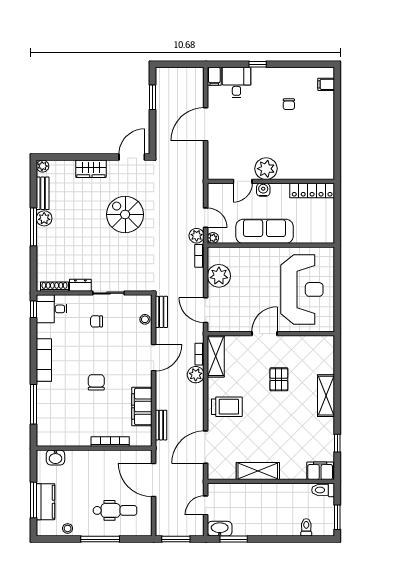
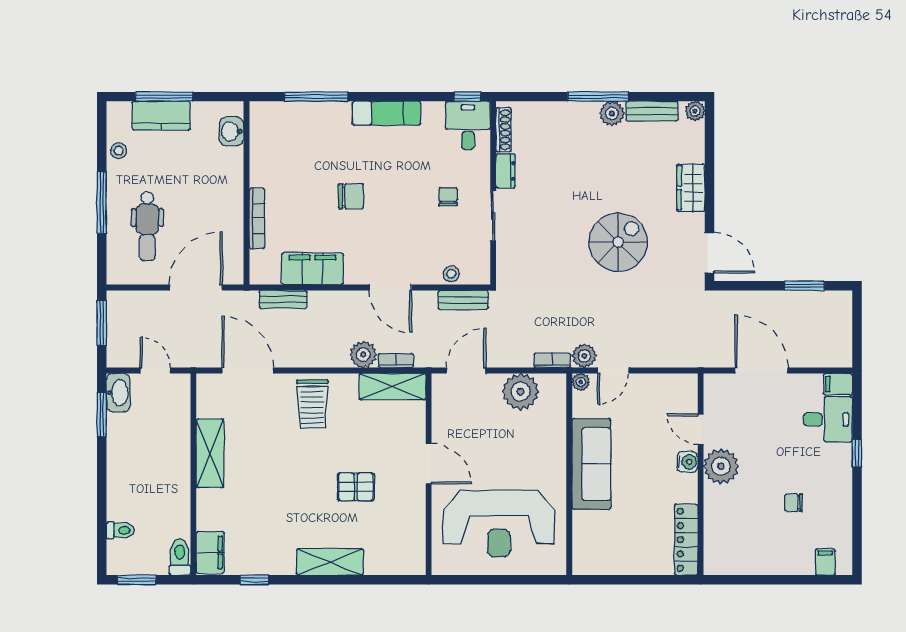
plant: (266, 169) -> (721, 466), moved
door: (243, 181) -> (701, 429), moved
wall: (271, 181) -> (701, 474), moved
water cooler: (263, 190) -> (687, 462), moved
locker: (312, 191) -> (686, 540), moved

